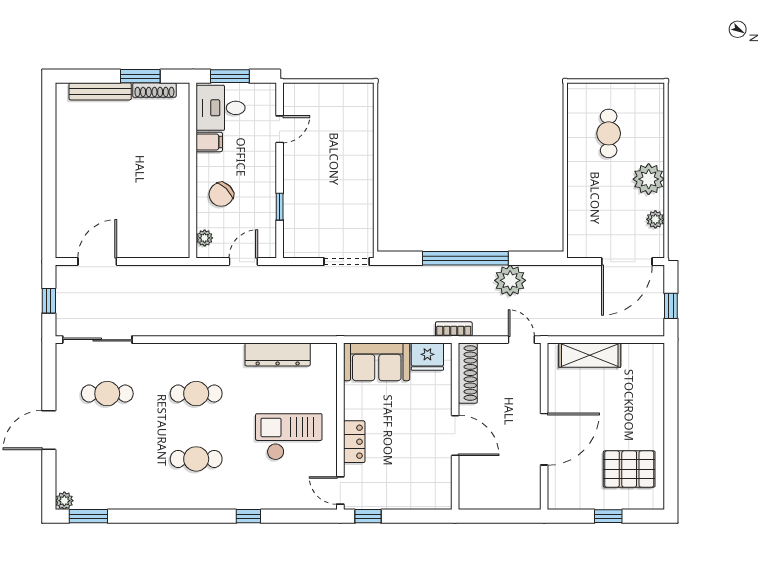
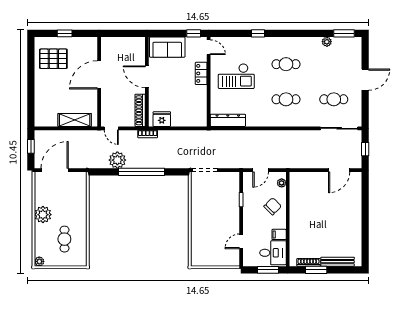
plant: (655, 219) -> (39, 261), moved
dresser: (278, 354) -> (228, 120), moved
sofa: (377, 362) -> (167, 47), moved, turned 180
plant: (64, 501) -> (327, 42), moved

